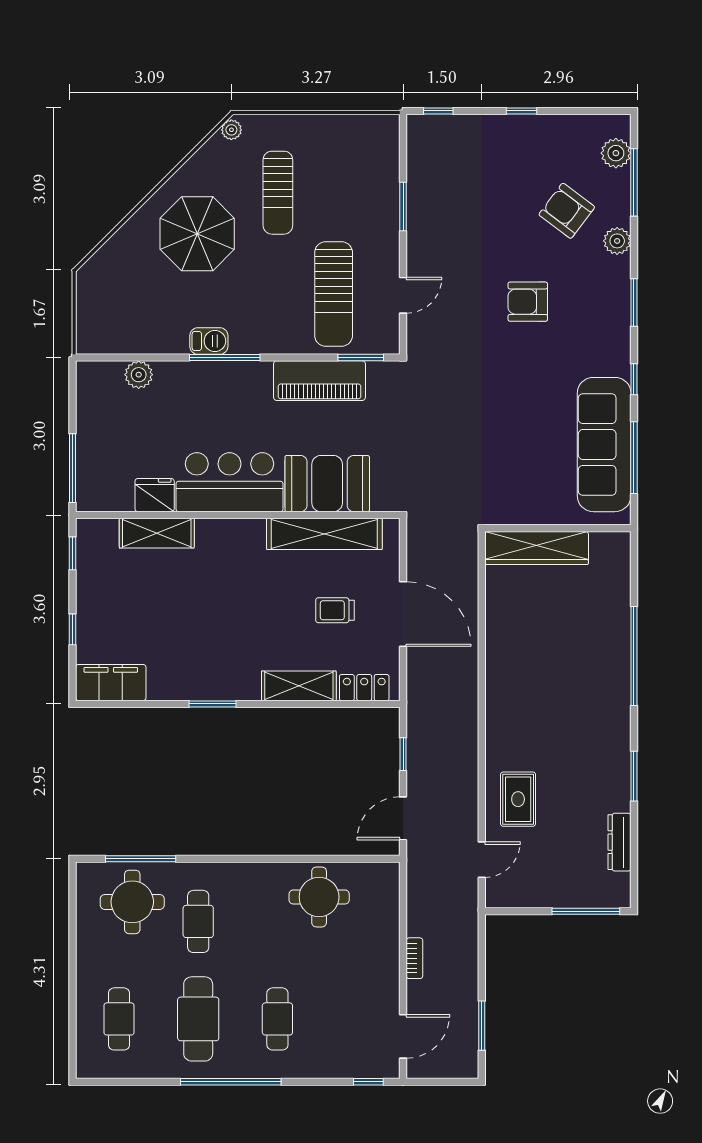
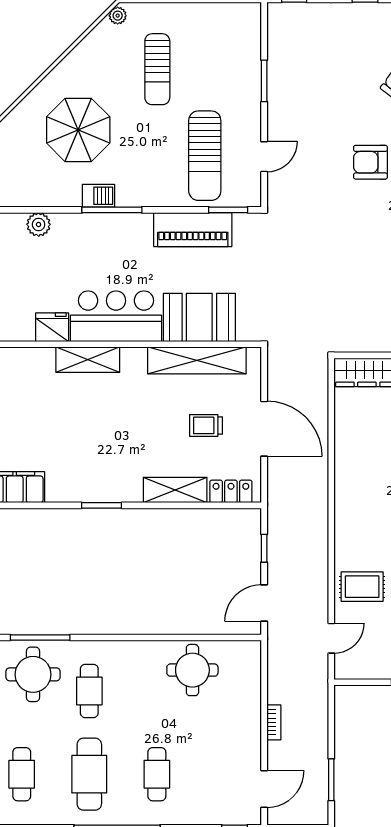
parasol: (197, 234) -> (78, 130), moved
shelving: (157, 533) -> (88, 360), moved
rug: (518, 799) -> (362, 587), turned 90

